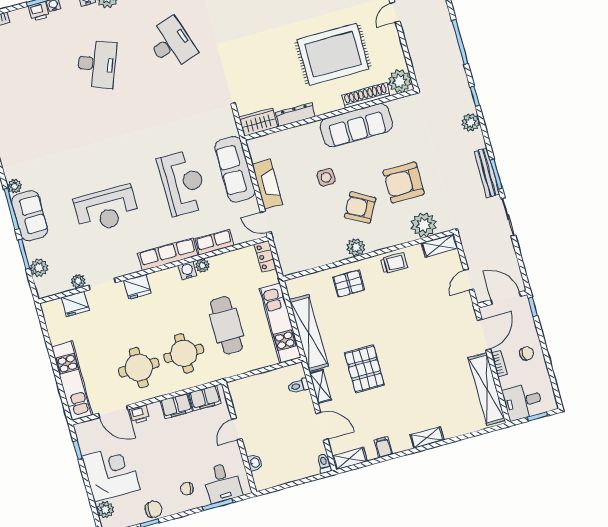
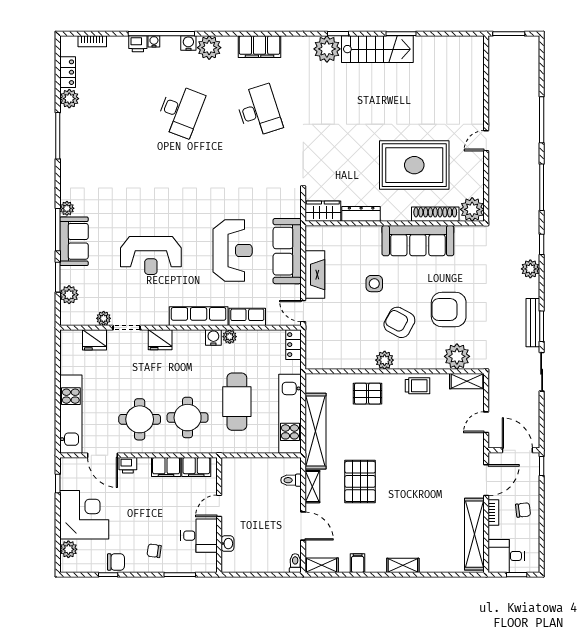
desk: (223, 483) -> (199, 536), moved, turned -90

